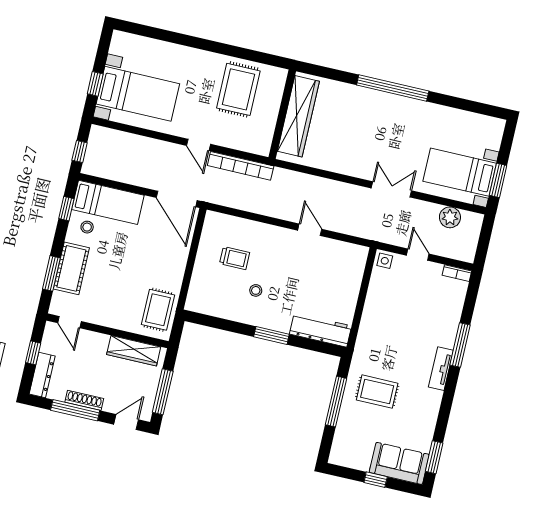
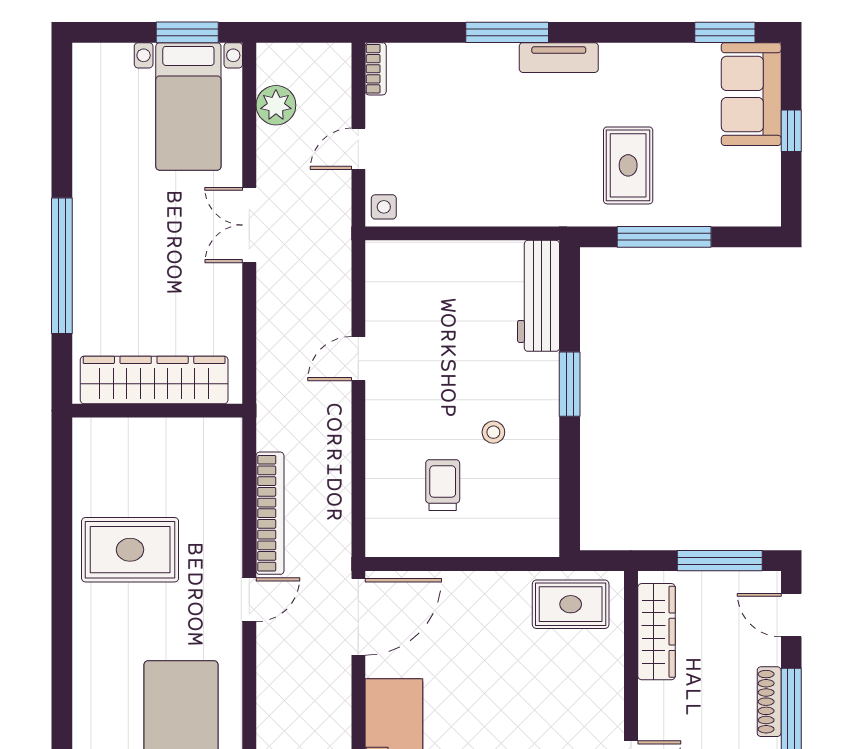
wall: (282, 114) -> (157, 411), moved
wardrobe: (298, 116) -> (154, 380), moved

